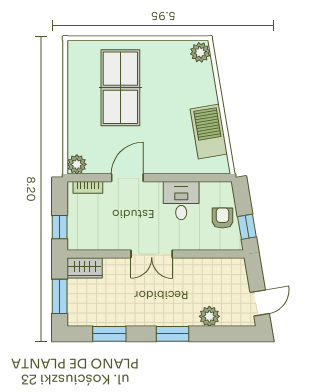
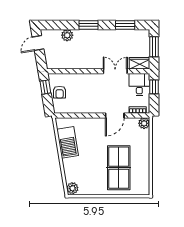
desk: (181, 201) -> (139, 85), moved, turned 180
double door: (152, 254) -> (115, 71), moved

